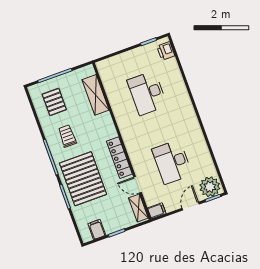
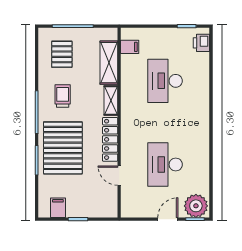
shelving: (138, 208) -> (111, 101), moved
filing cabinet: (157, 211) -> (130, 47), moved

